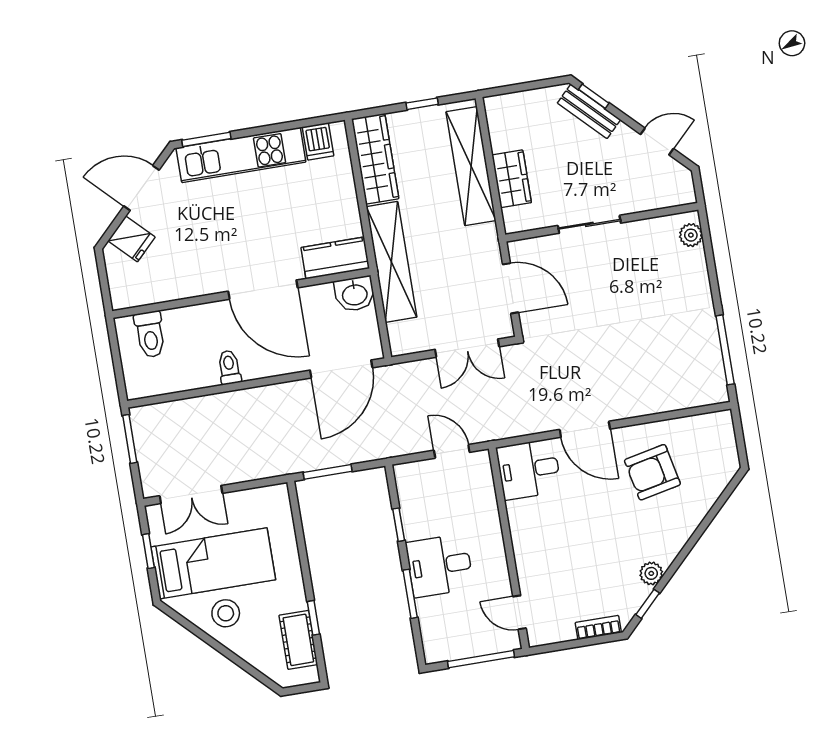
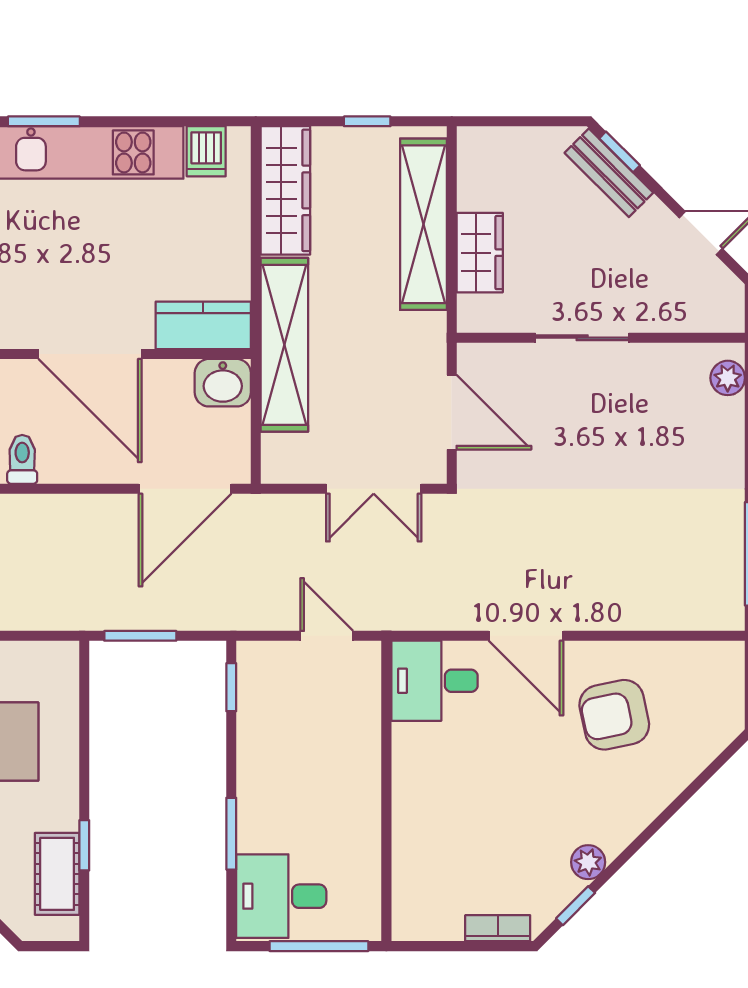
window: (399, 525) -> (231, 687), moved
desk: (440, 566) -> (281, 896), moved
door: (519, 612) -> (386, 887), removed

